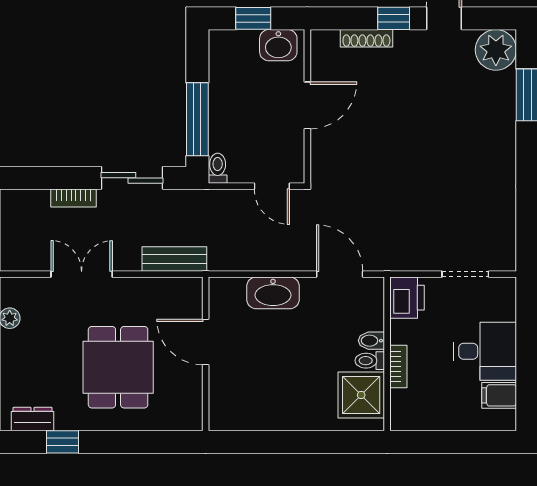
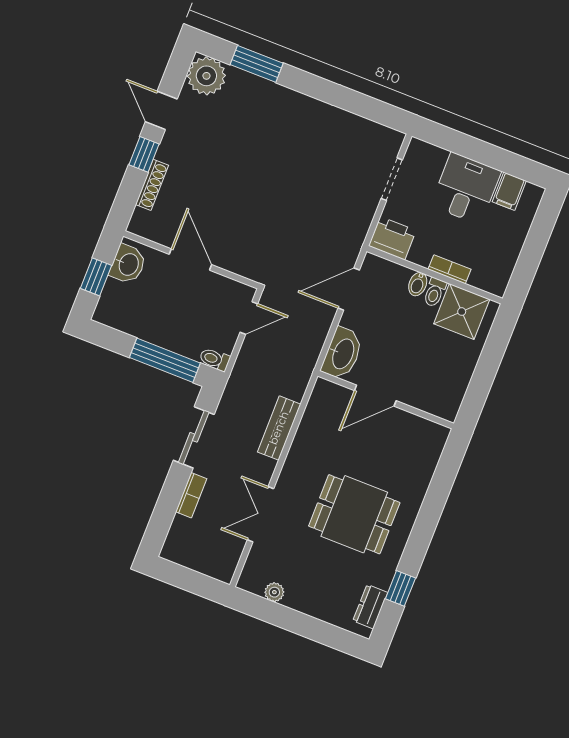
door: (206, 342) -> (375, 396), moved
wall: (206, 354) -> (386, 400), moved

